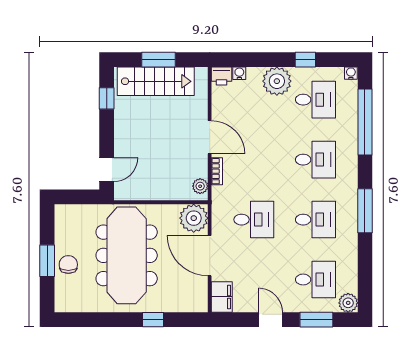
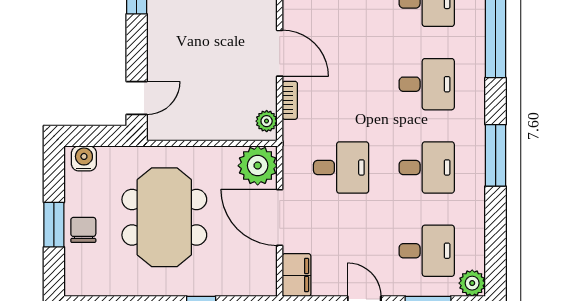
water cooler: (69, 213) -> (84, 158), added
meeting table: (127, 255) -> (164, 217), width x0.73

